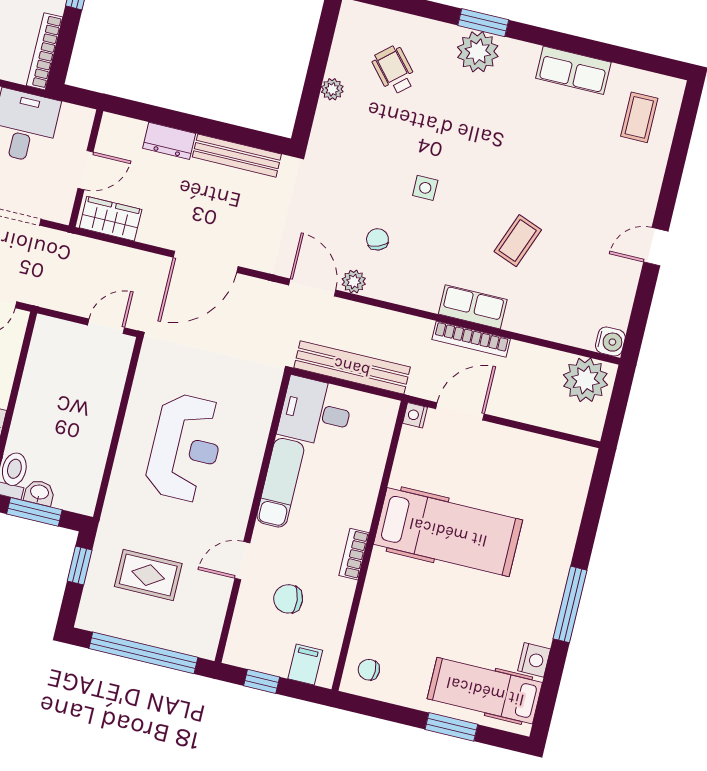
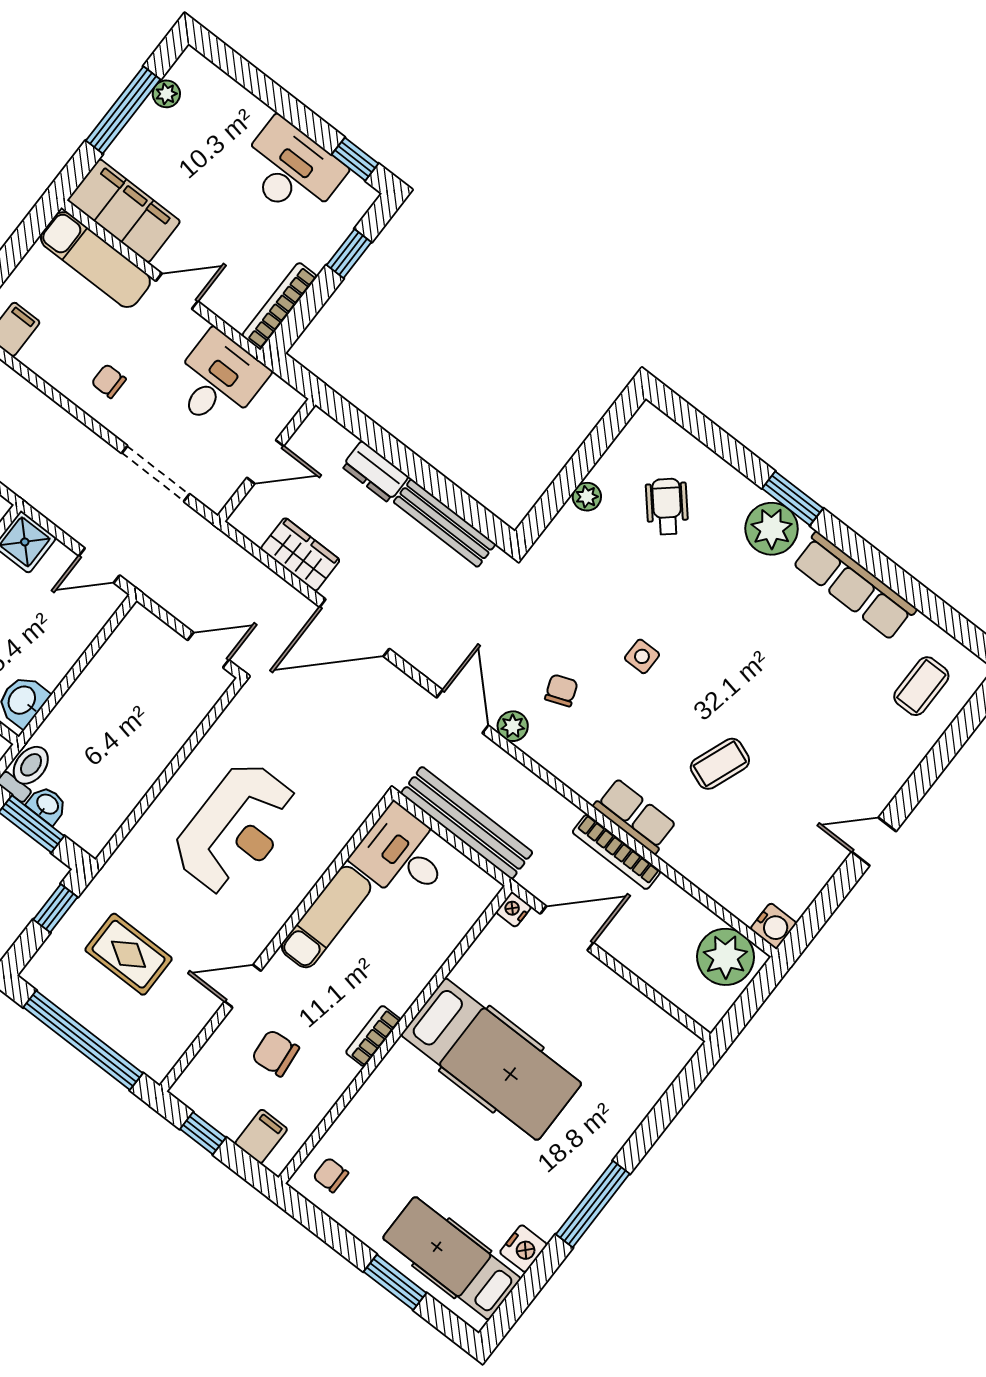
row of seats: (573, 70) -> (854, 586), width x1.48
wardrobe: (111, 219) -> (300, 554), moved

